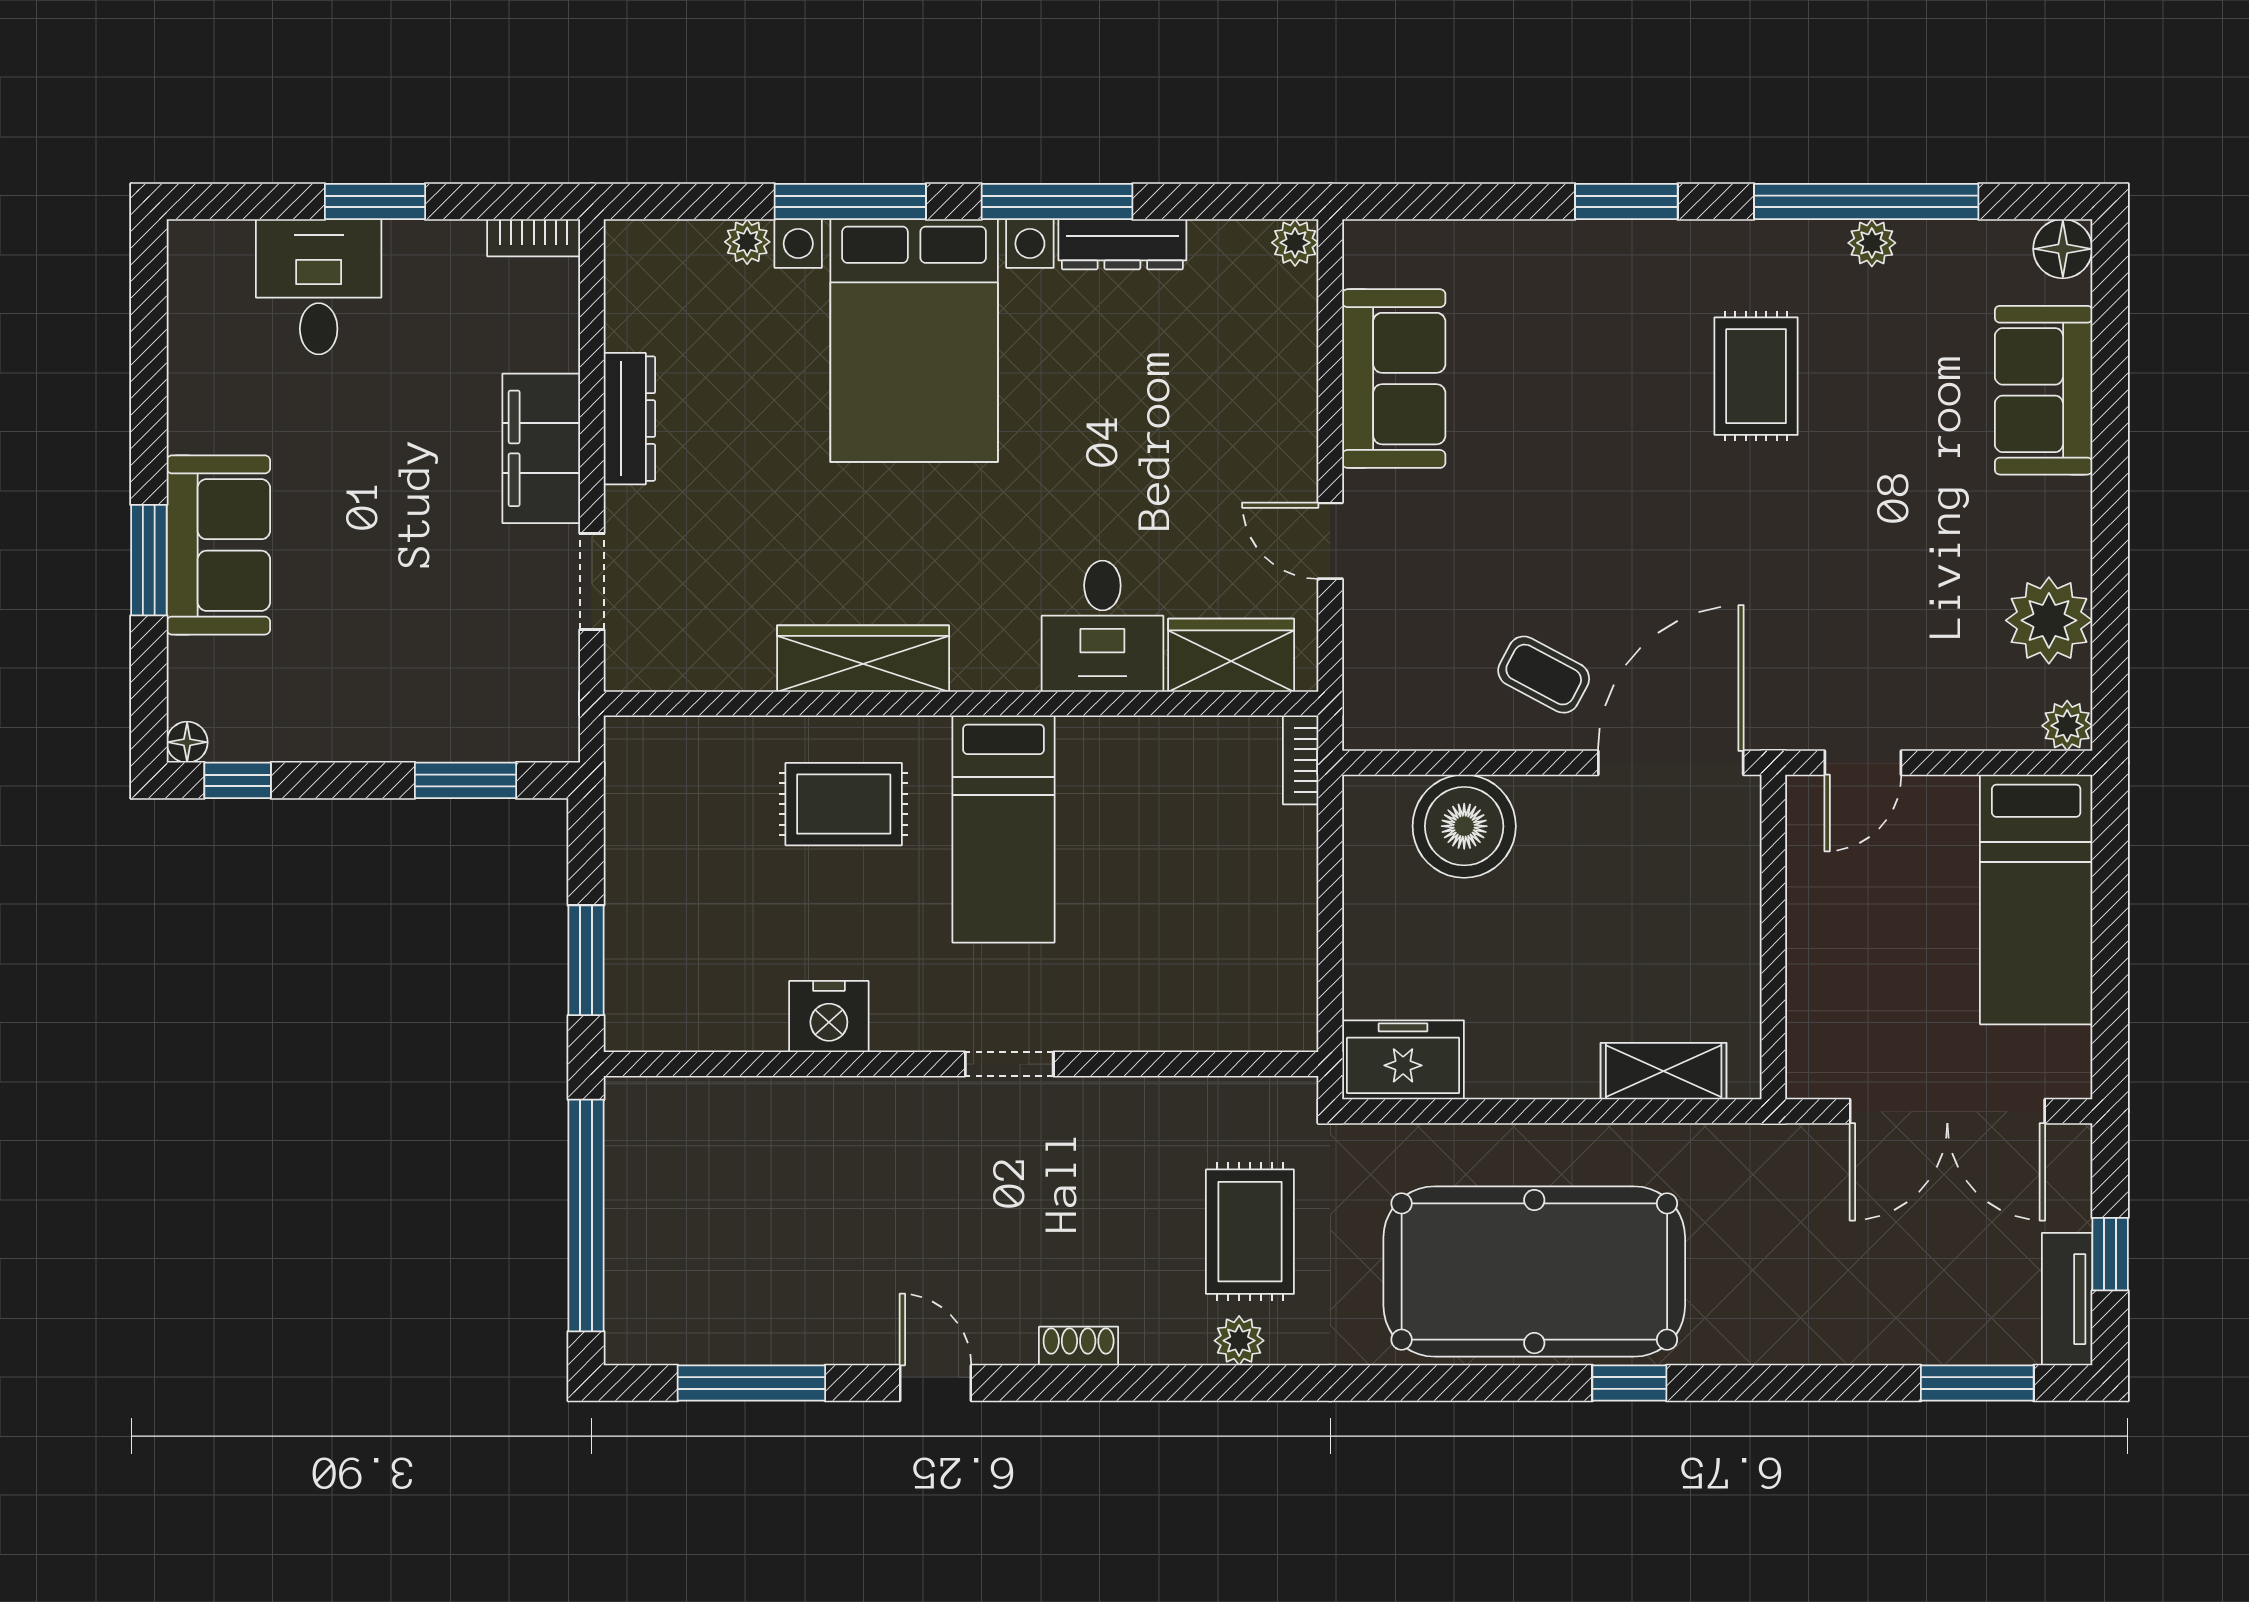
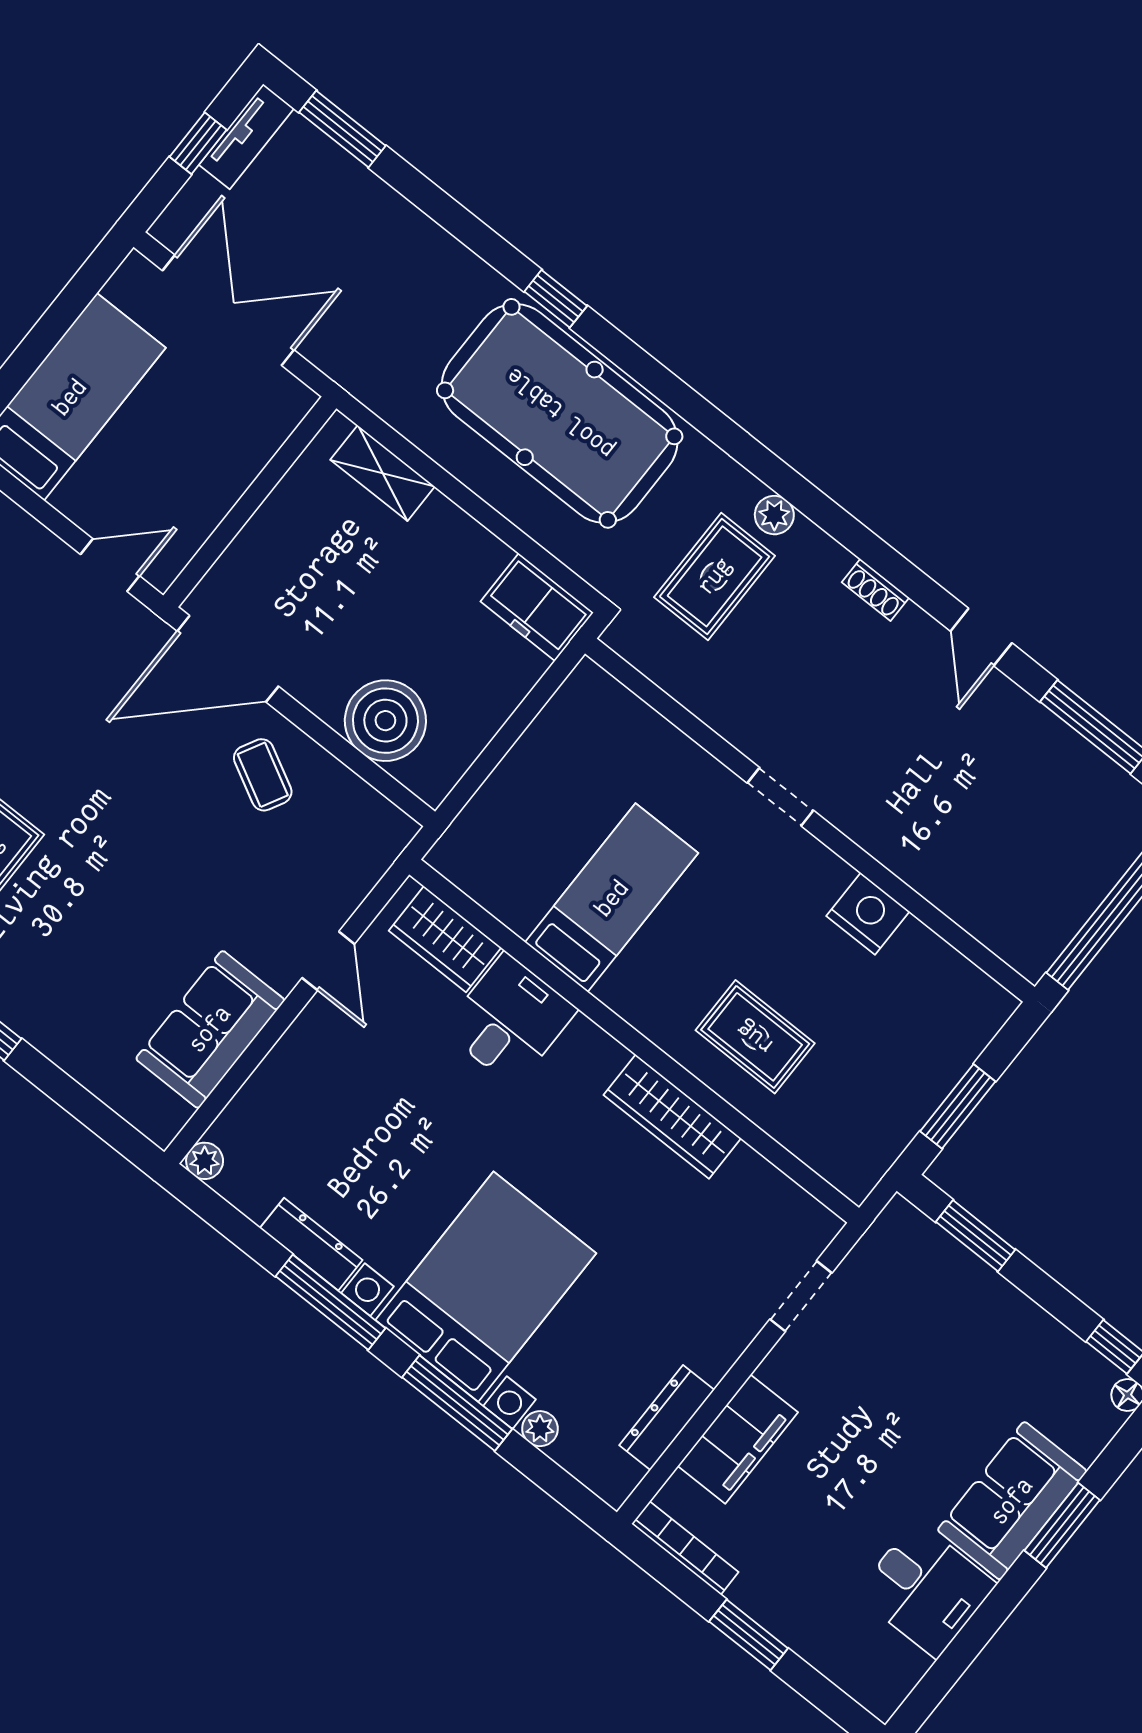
bookcase: (534, 238) -> (685, 1548), width x1.56
desk: (319, 287) -> (926, 1589), moved, turned -90
dresser: (629, 419) -> (667, 1418), moved
filing cabinet: (541, 448) -> (738, 1439), moved
bookcase: (1301, 760) -> (453, 841), removed
bed: (1004, 829) -> (612, 898), moved
window: (586, 960) -> (958, 1106), moved

